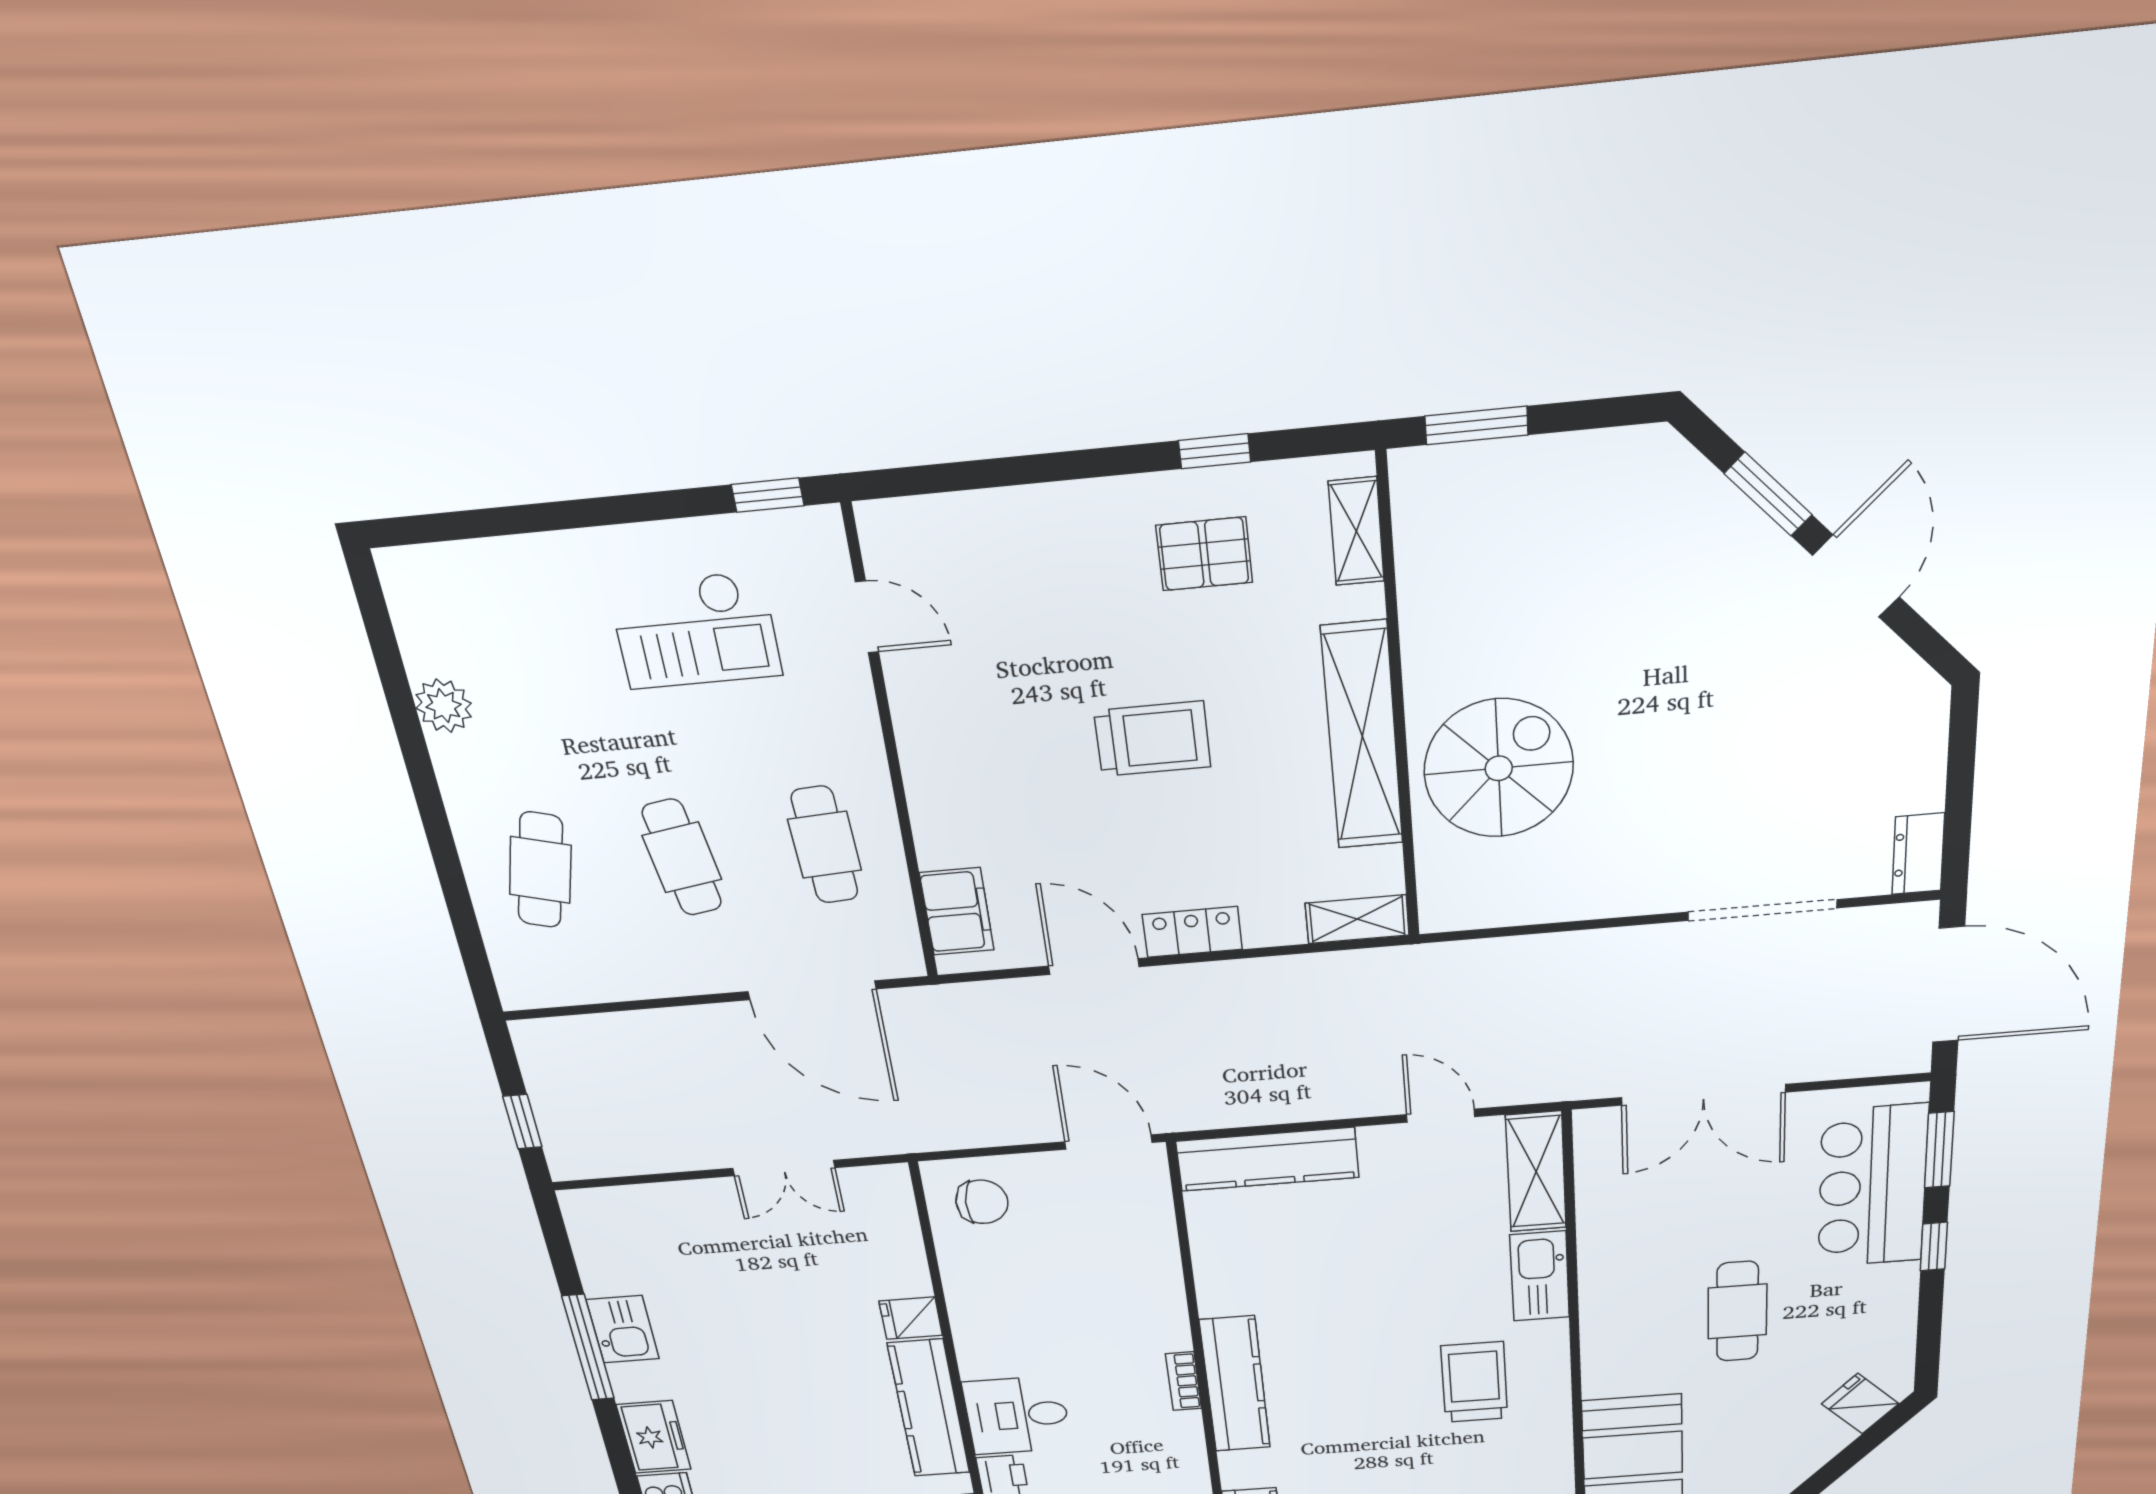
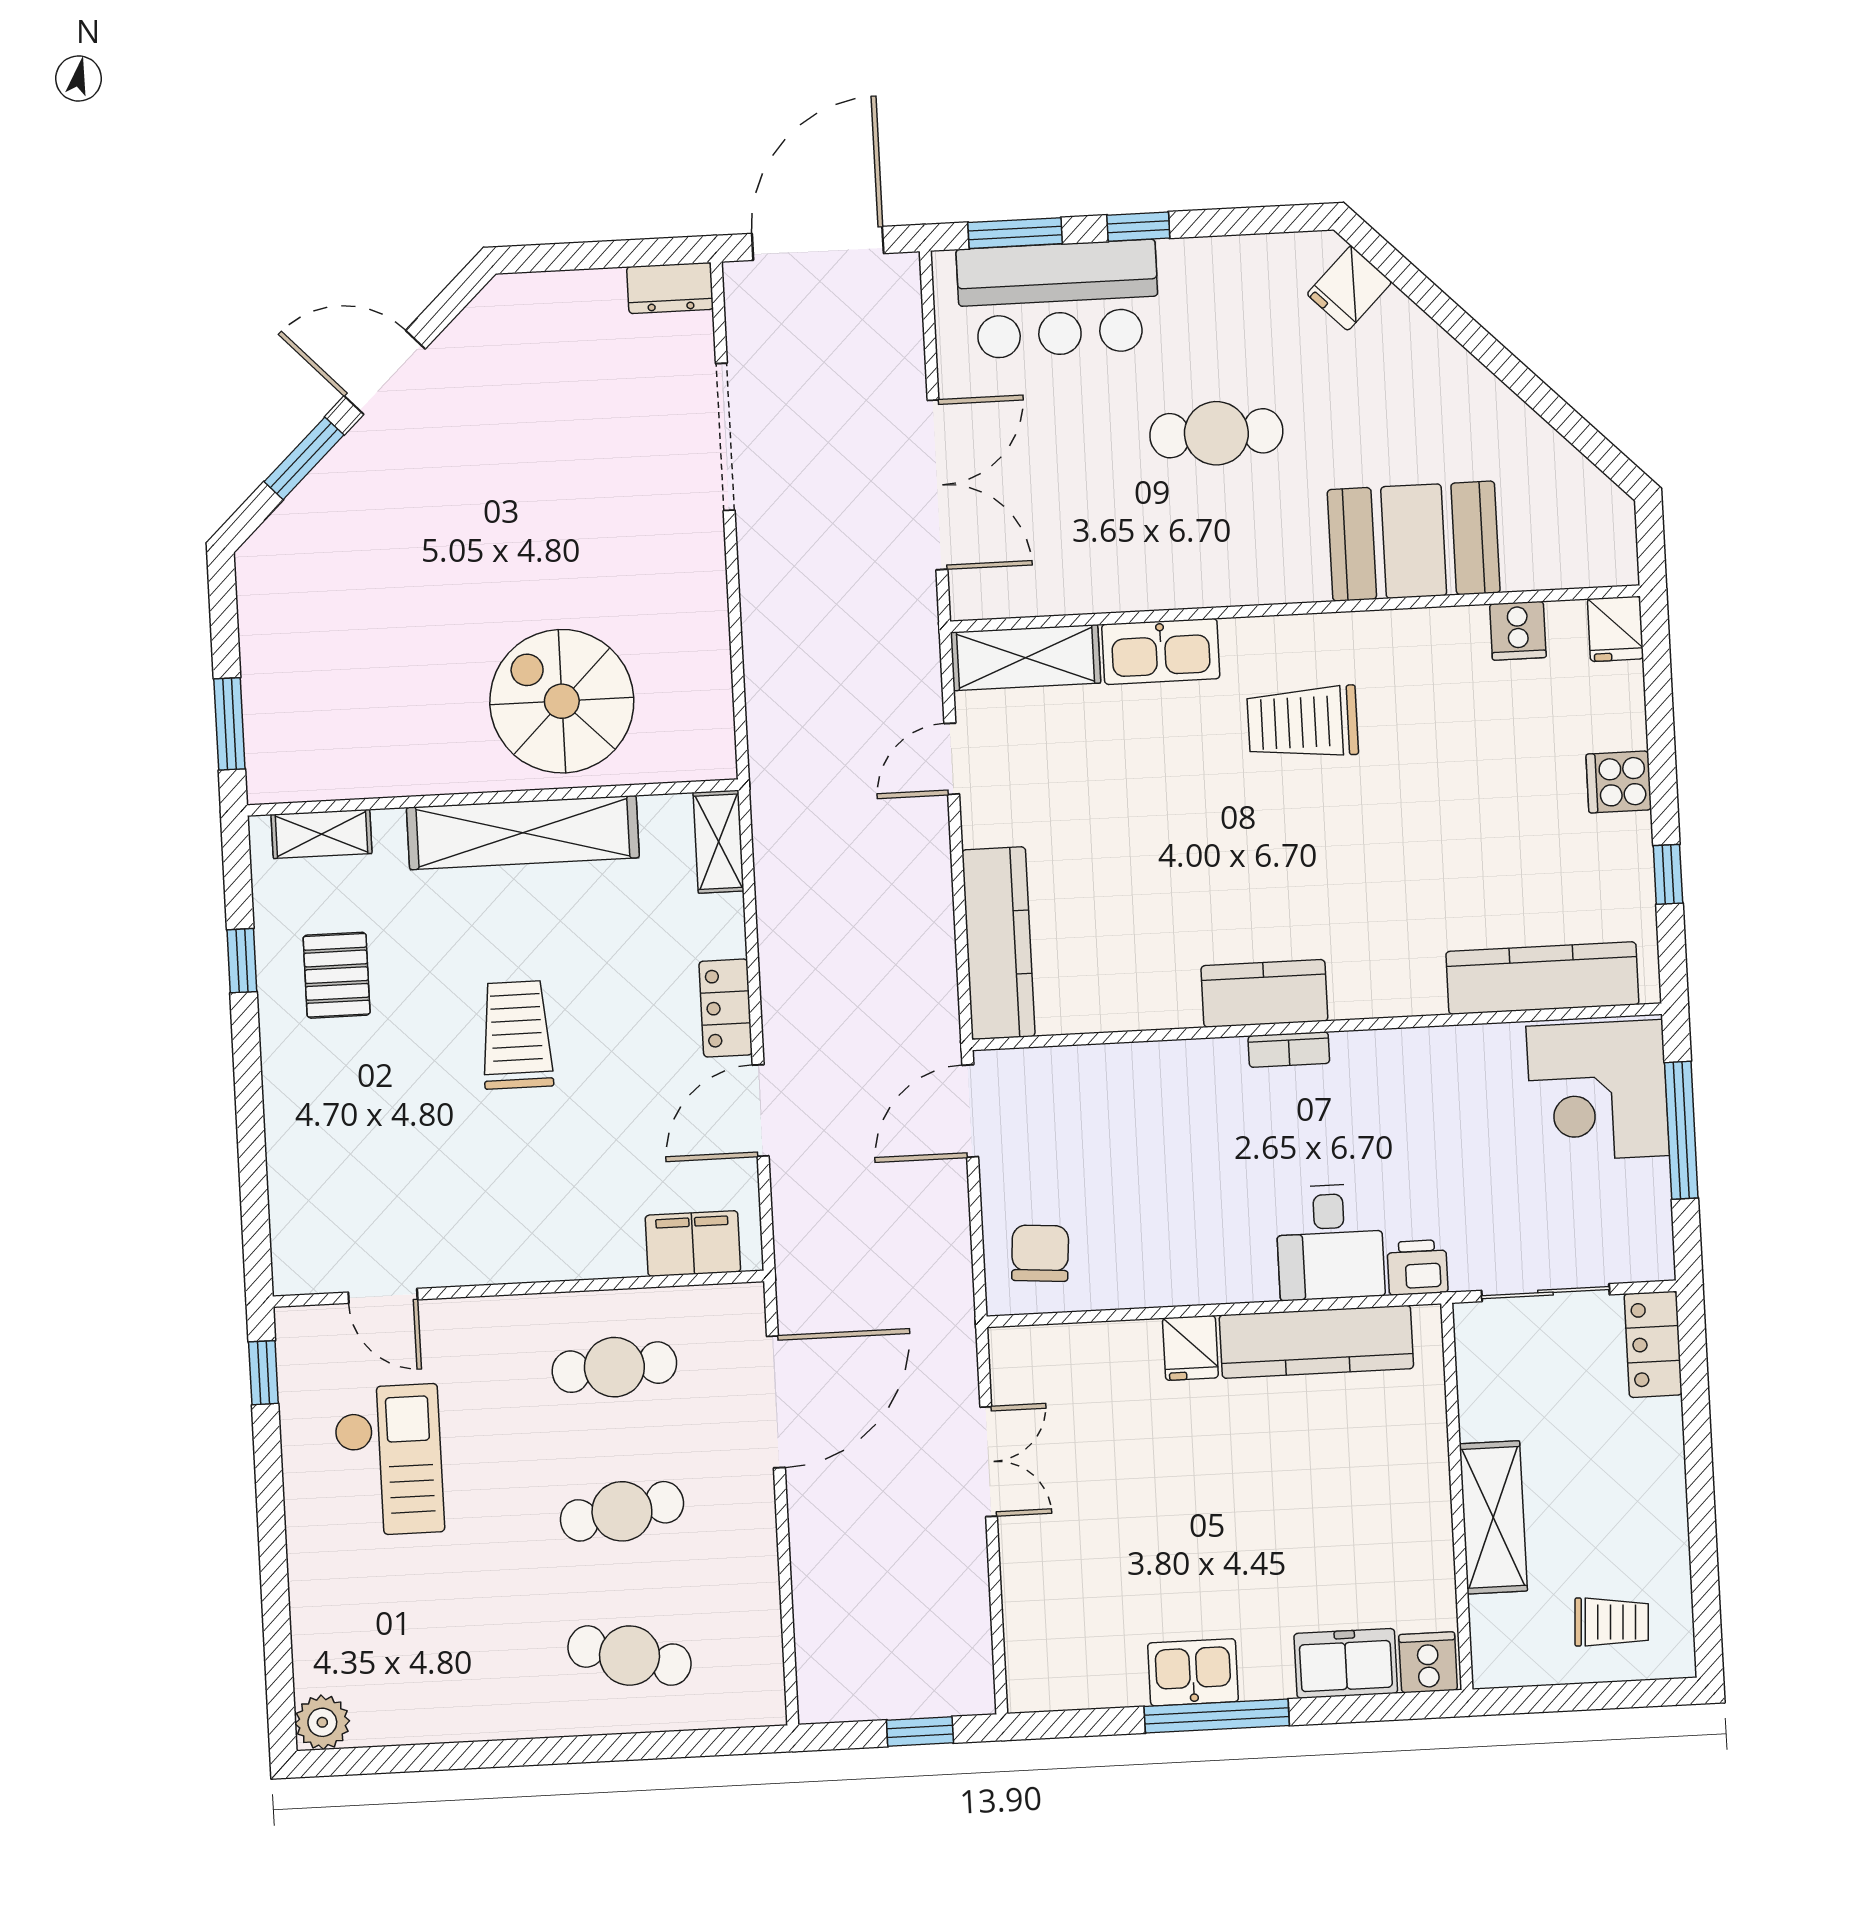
door: (867, 617) -> (383, 1296), swing flipped
plant: (444, 706) -> (322, 1722), moved
kitchen counter: (1235, 1384) -> (1264, 993), width x0.67

